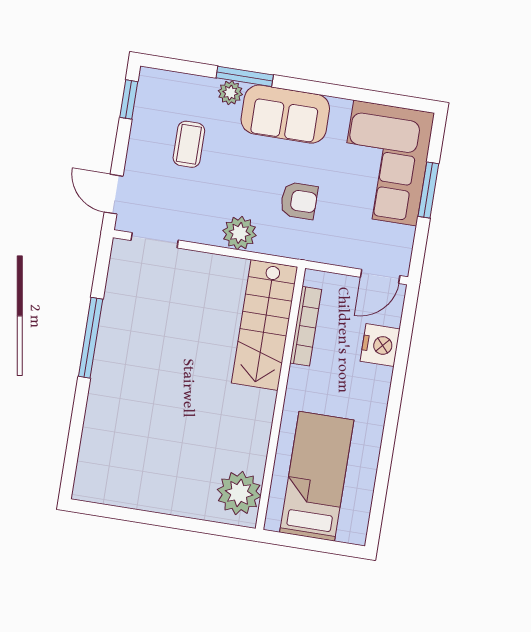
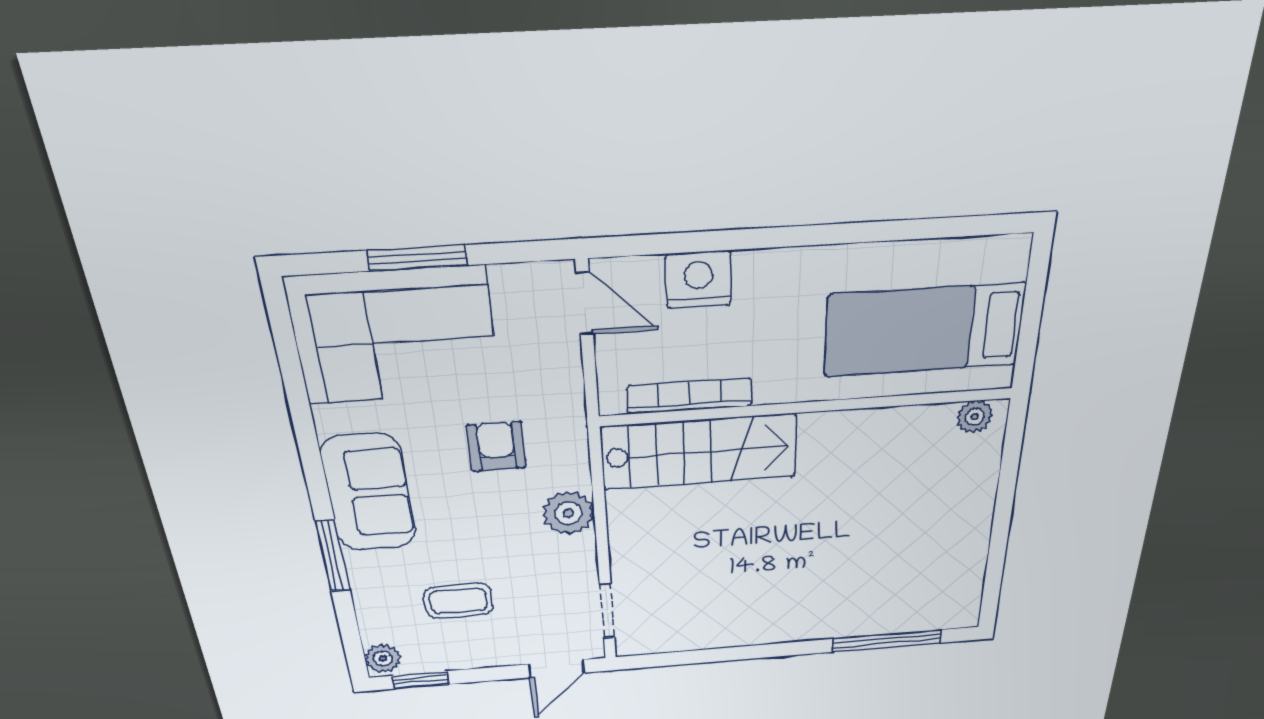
plant: (230, 93) -> (383, 658), moved
window: (91, 338) -> (887, 641), moved
plant: (239, 493) -> (975, 417), width x0.53, depth x0.53

